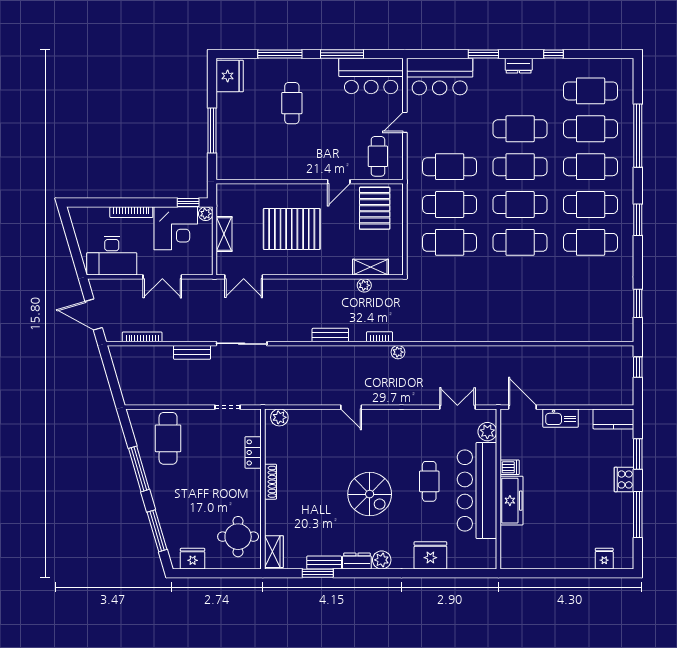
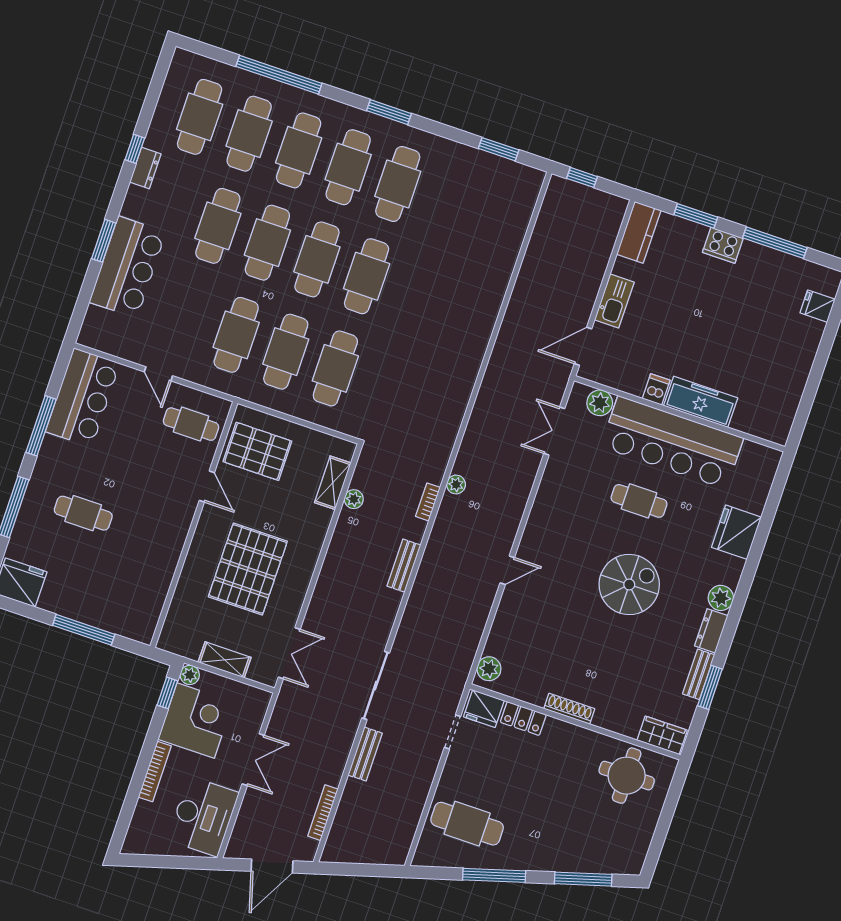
dresser: (519, 66) -> (145, 168), moved
bar counter: (440, 76) -> (128, 267), moved
fridge: (193, 559) -> (484, 709), moved, turned -90

